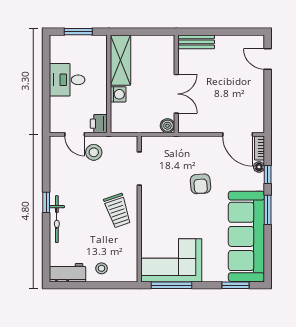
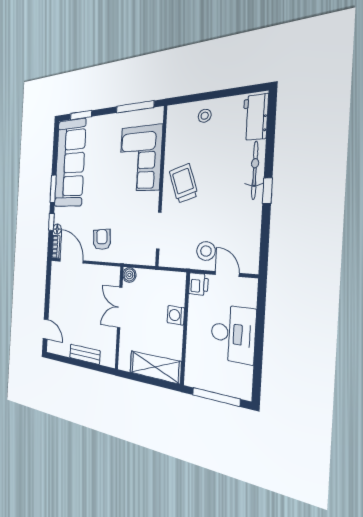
window: (78, 32) -> (216, 397), width x1.44
bench: (196, 42) -> (85, 354), moved
shelving: (120, 60) -> (155, 367), moved, turned 90
desk: (67, 80) -> (233, 334), width x1.37
armchair: (200, 184) -> (102, 239), moved
corner sofa: (171, 260) -> (140, 158), moved, turned 90
workbench: (67, 273) -> (255, 117), moved, turned 90

